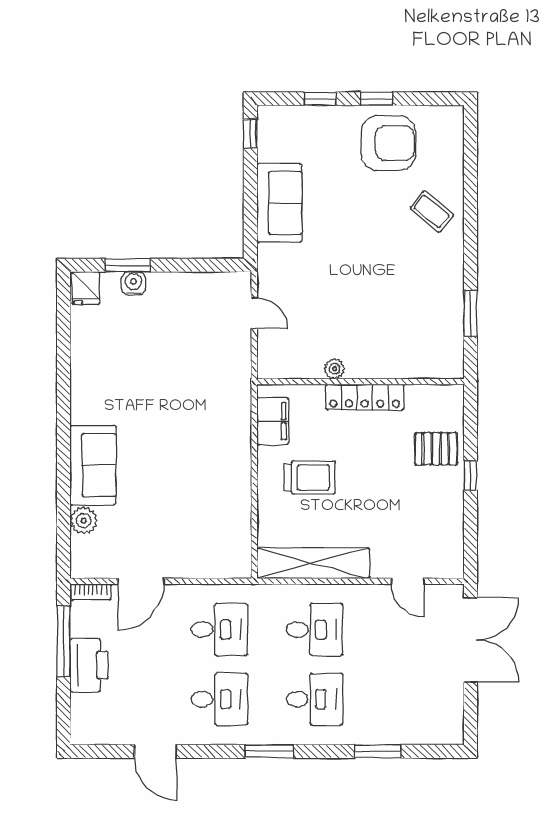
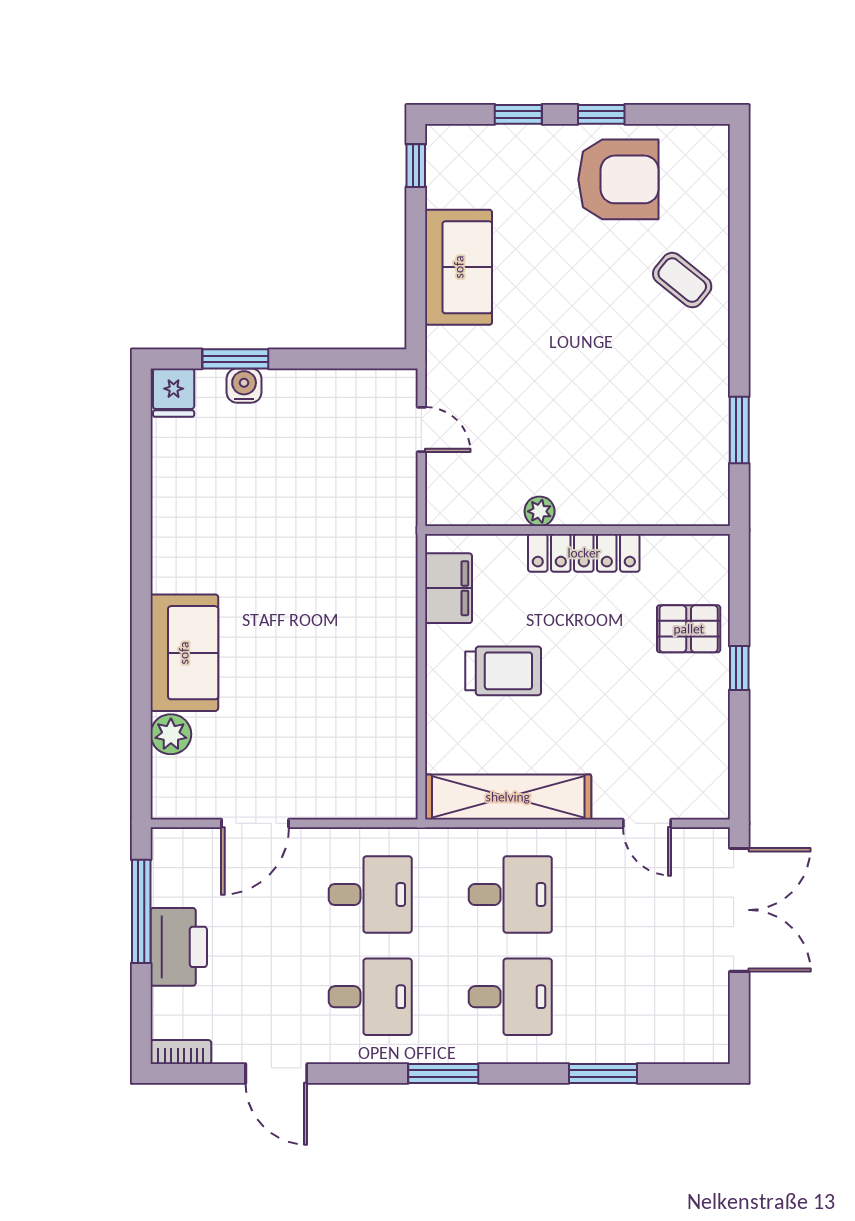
bookcase: (91, 592) -> (181, 1052), moved, turned 180

